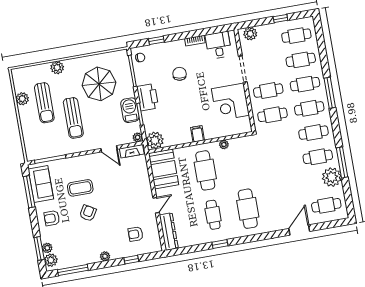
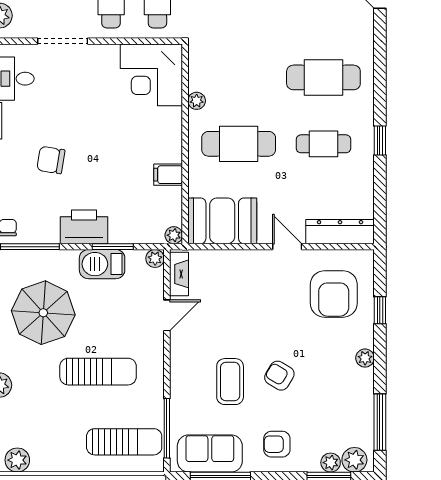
plant: (22, 99) -> (17, 460), moved
corner desk: (230, 102) -> (151, 75), moved, turned 90
sun lounger: (44, 103) -> (124, 442), moved
filing cabinet: (197, 134) -> (168, 175), moved
plant: (155, 140) -> (174, 235), width x0.53, depth x0.53
armchair: (52, 218) -> (277, 444), turned 90
armchair: (136, 234) -> (334, 294), width x1.88, depth x1.88

